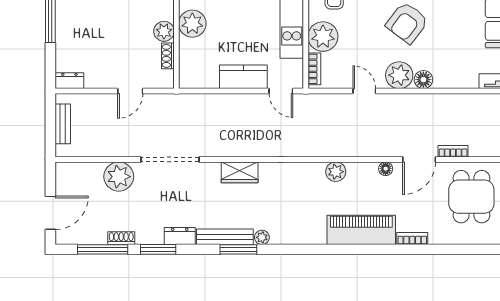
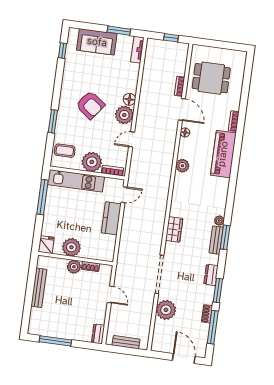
bench: (225, 237) -> (216, 240), width x0.73

